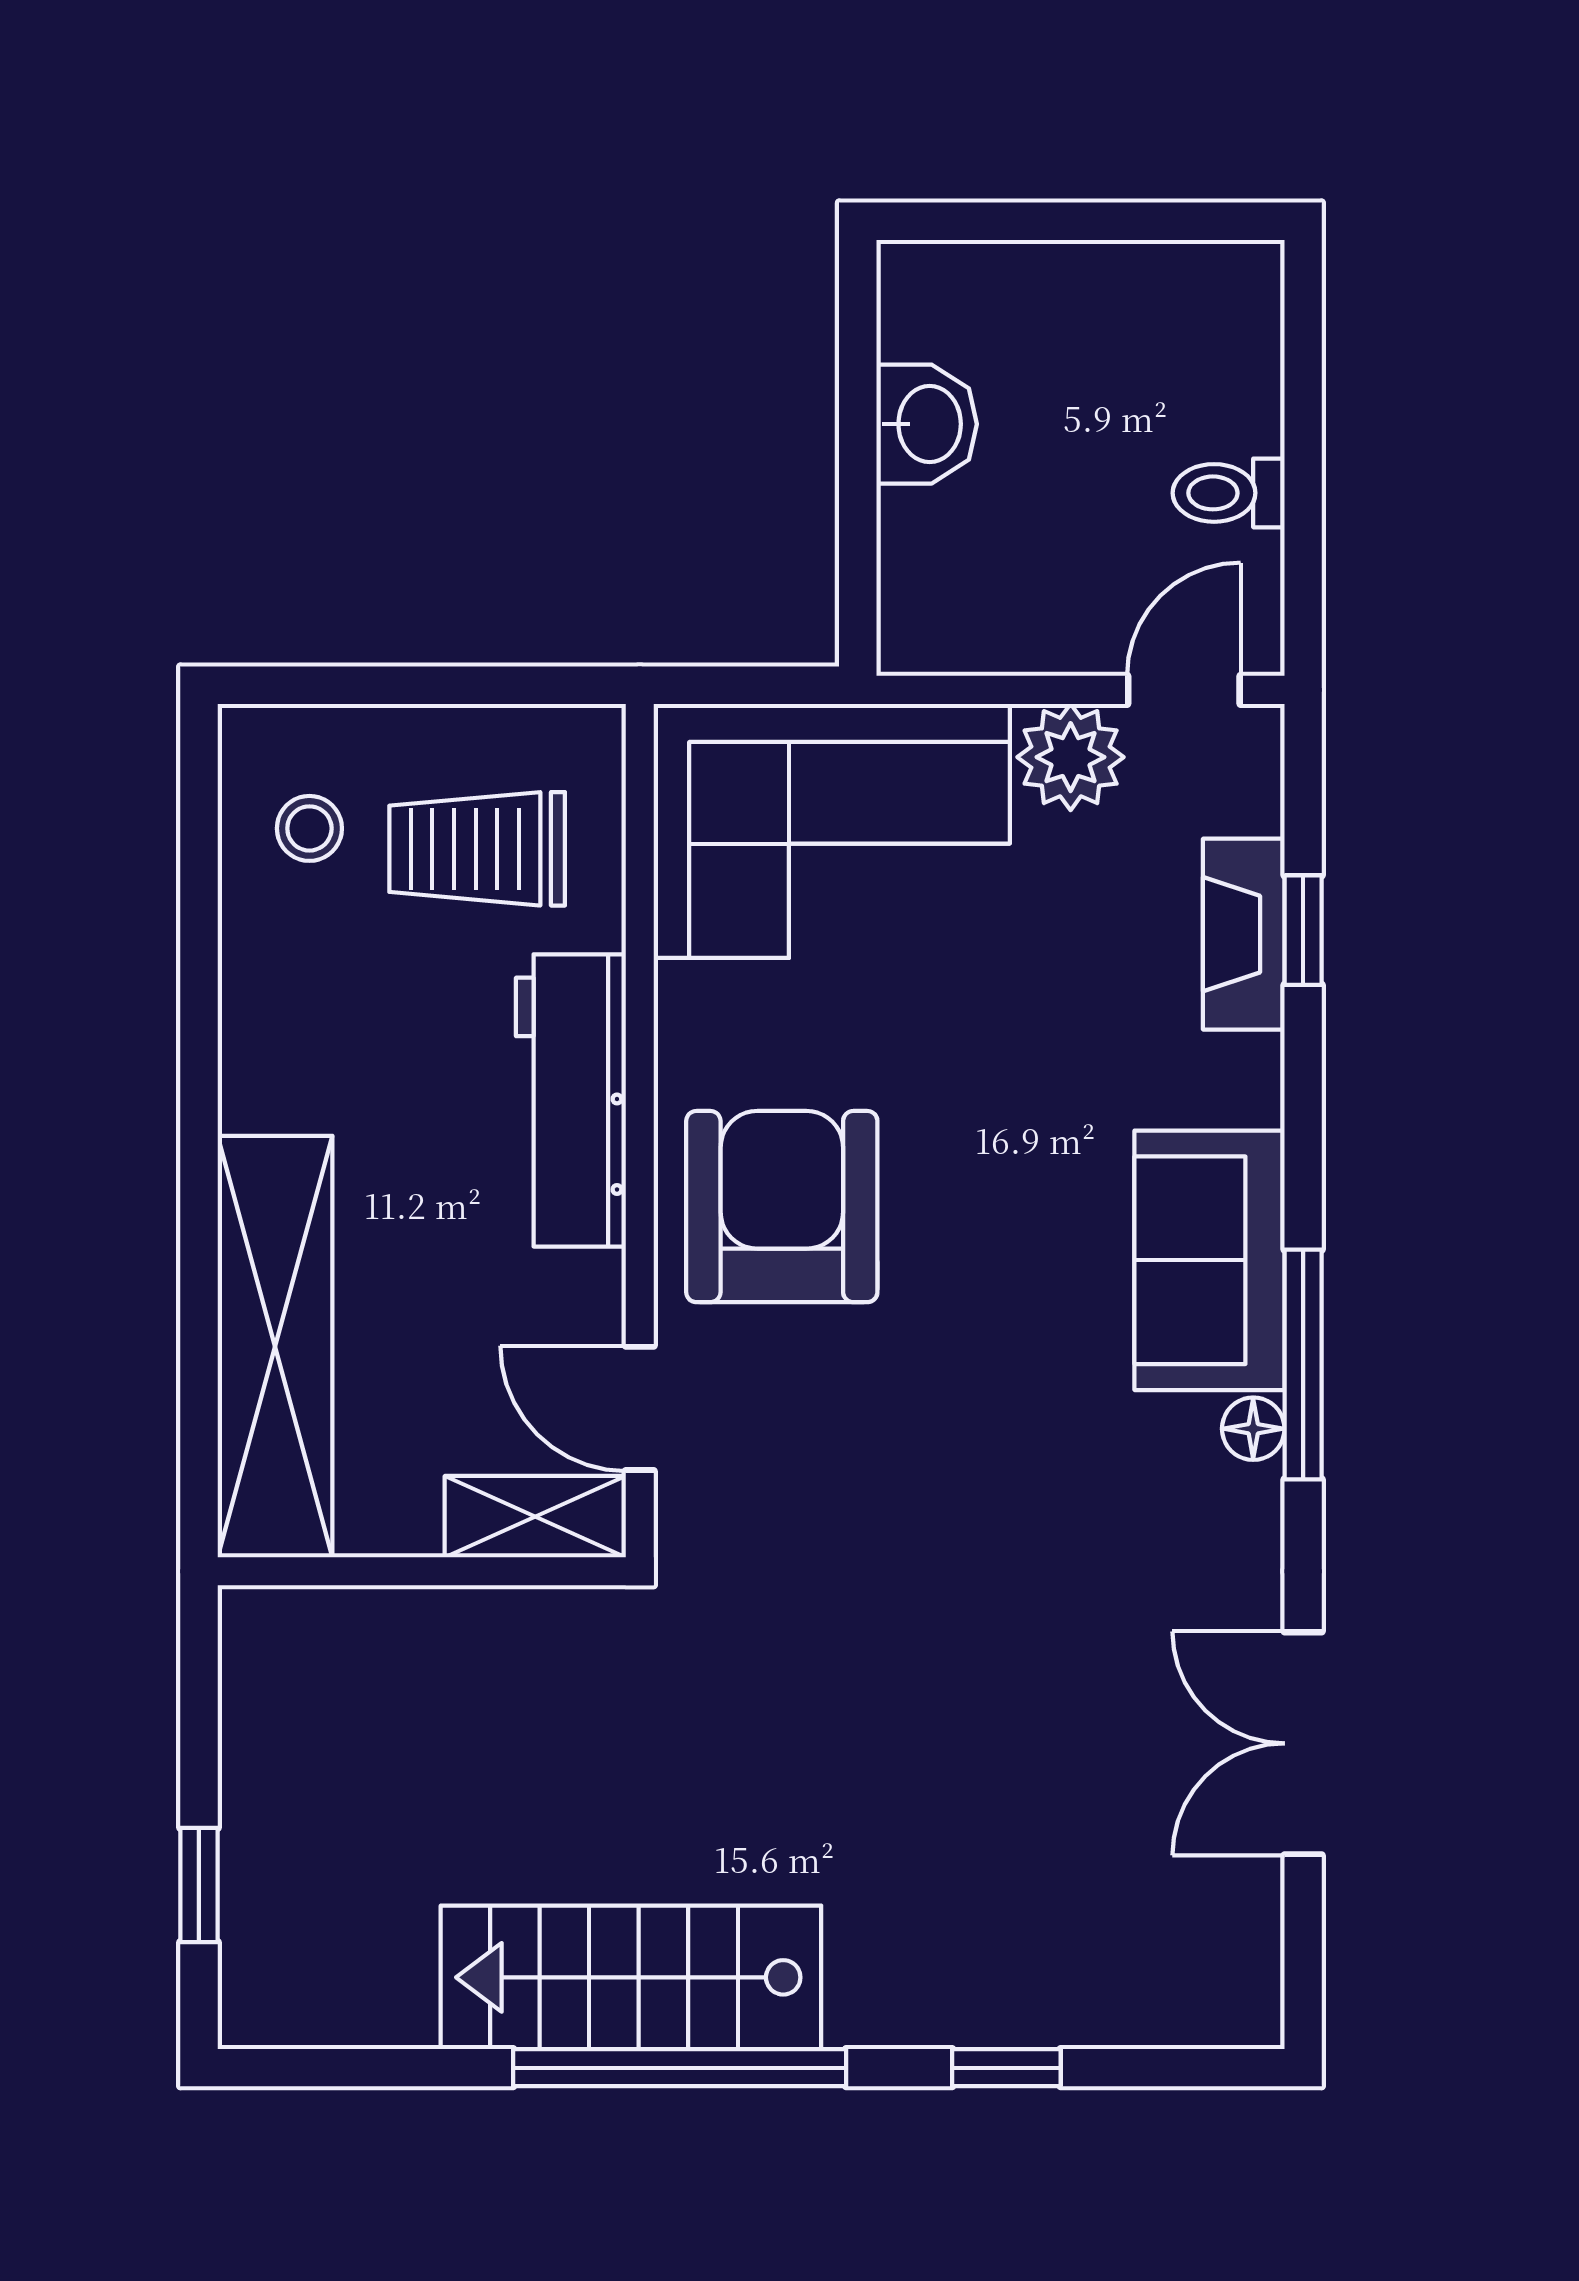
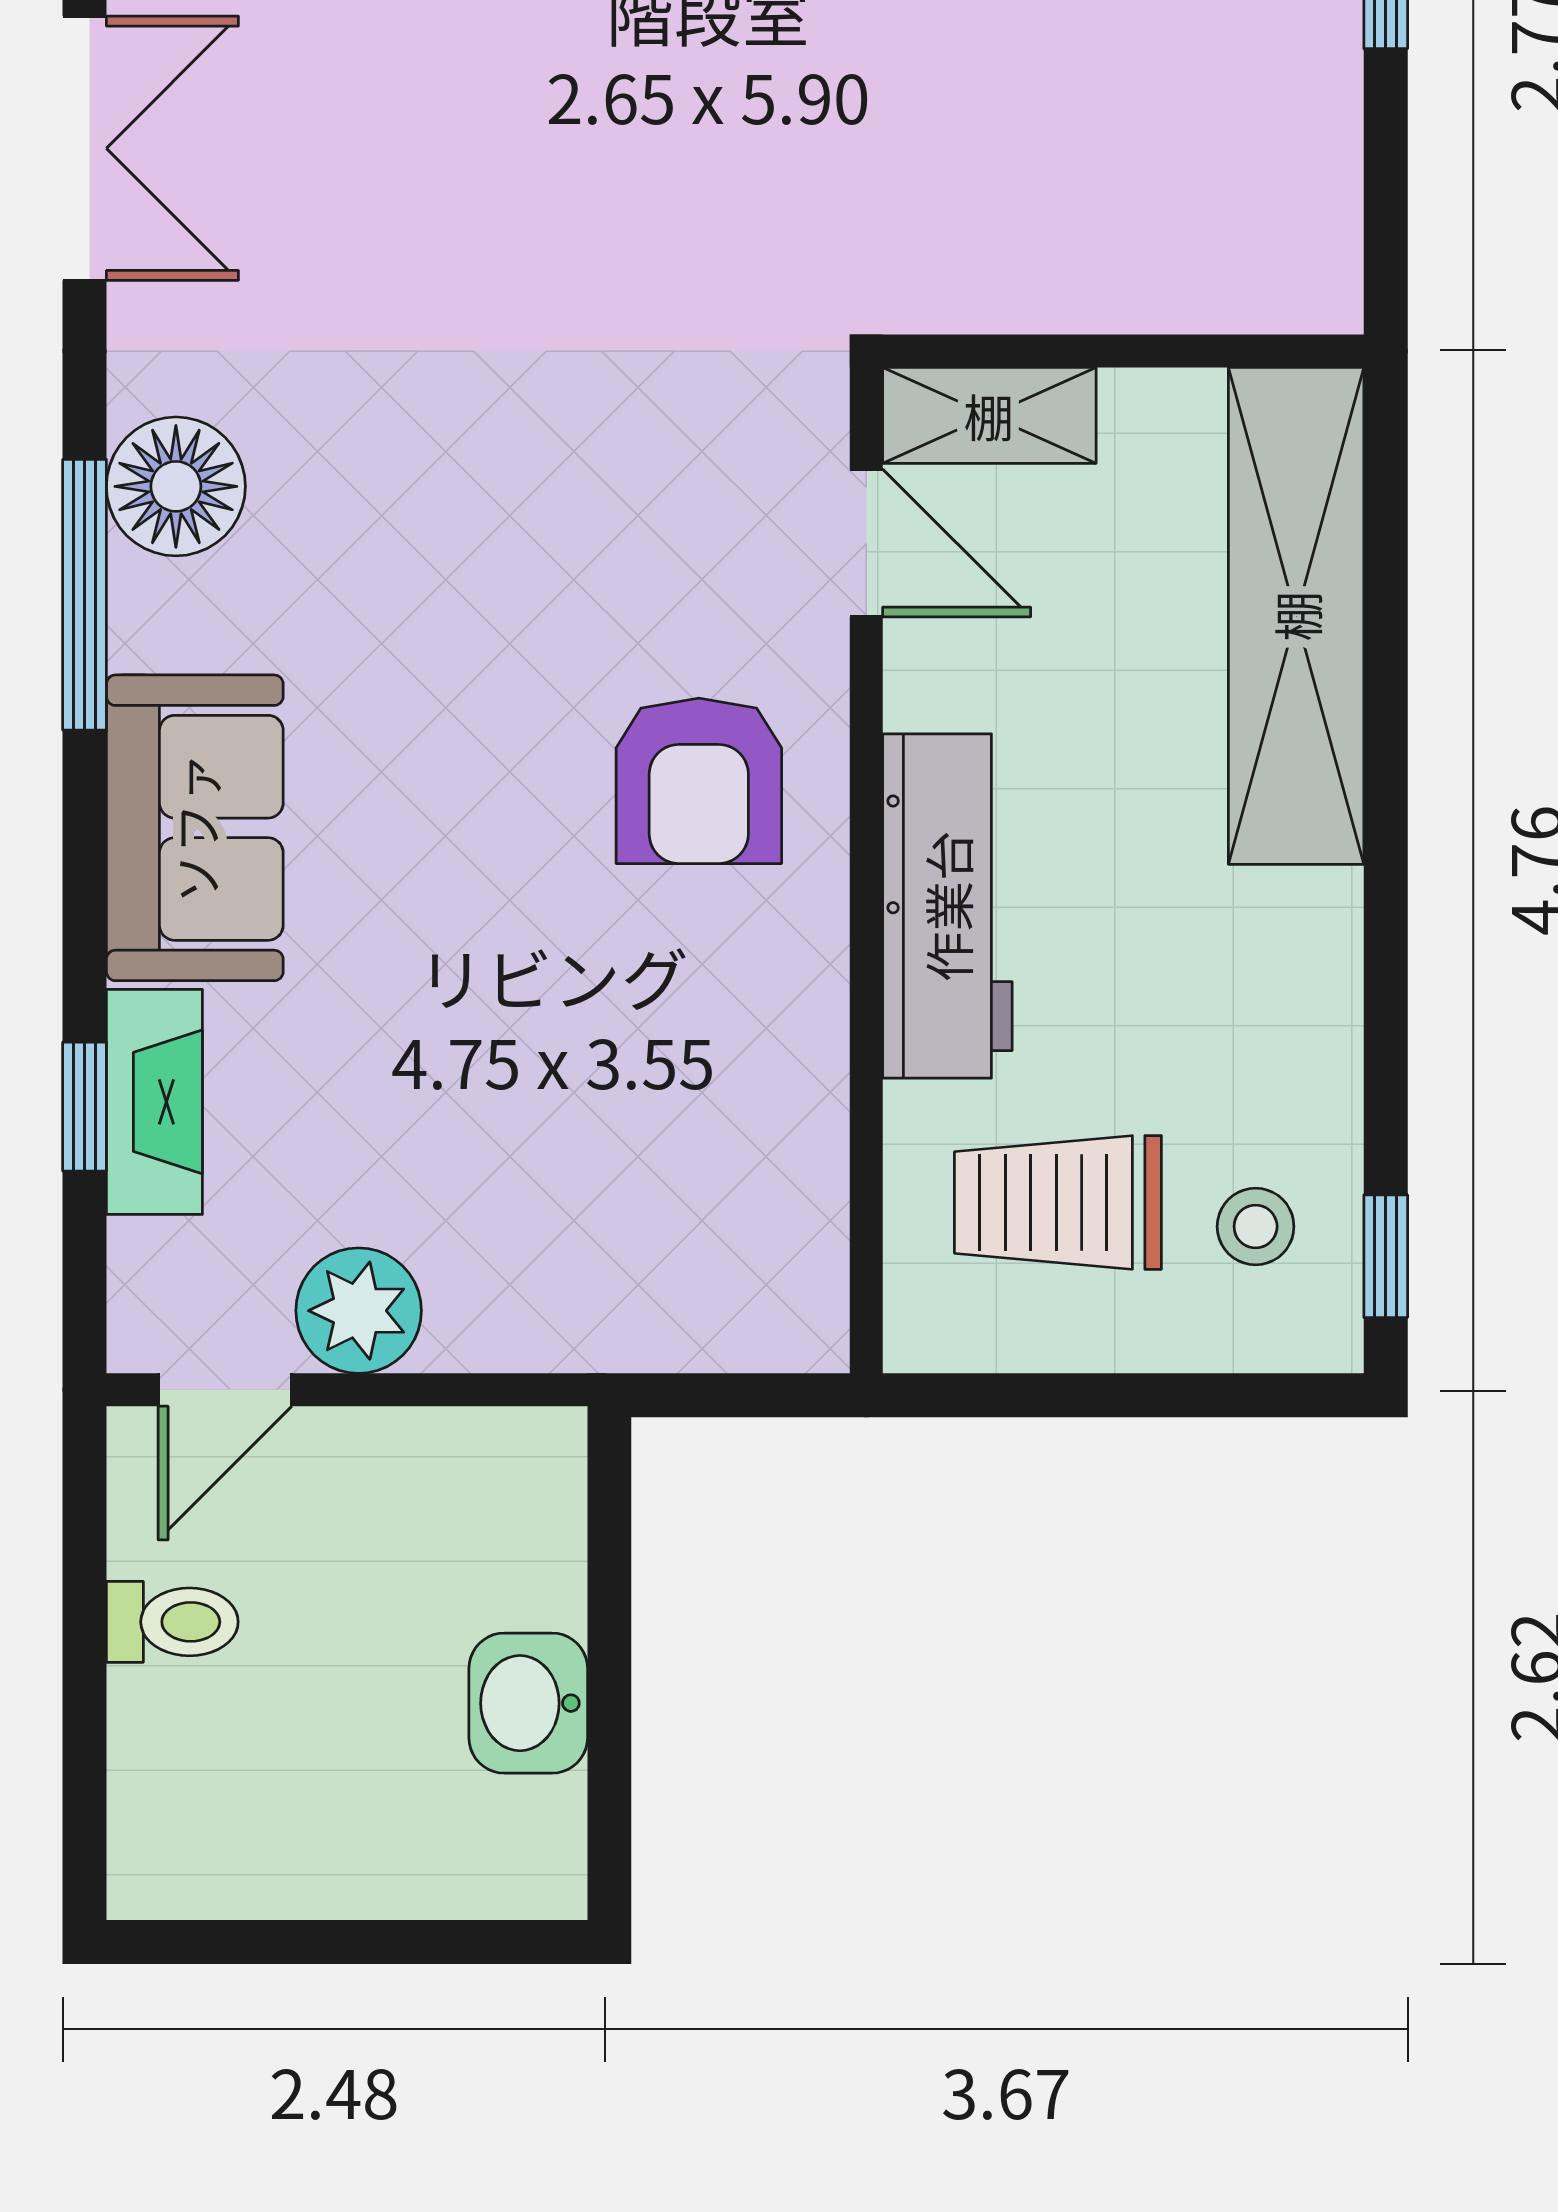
window: (199, 803) -> (1386, 1256), added
corner sofa: (832, 831) -> (640, 1224), removed
trolley: (477, 849) -> (1058, 1202), turned 180
armchair: (782, 1207) -> (699, 781), width x0.73, depth x0.73
sofa: (1209, 1260) -> (195, 828), moved
floor lamp: (1253, 1429) -> (176, 486), width x1.89, depth x1.89

